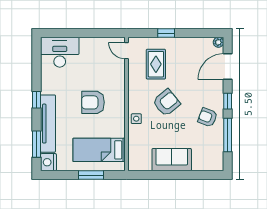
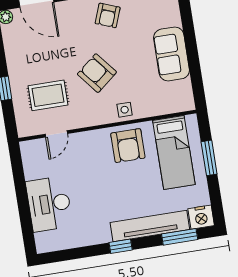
door: (127, 51) -> (56, 134), moved
desk: (60, 52) -> (49, 204), moved
armchair: (93, 102) -> (128, 146), moved

